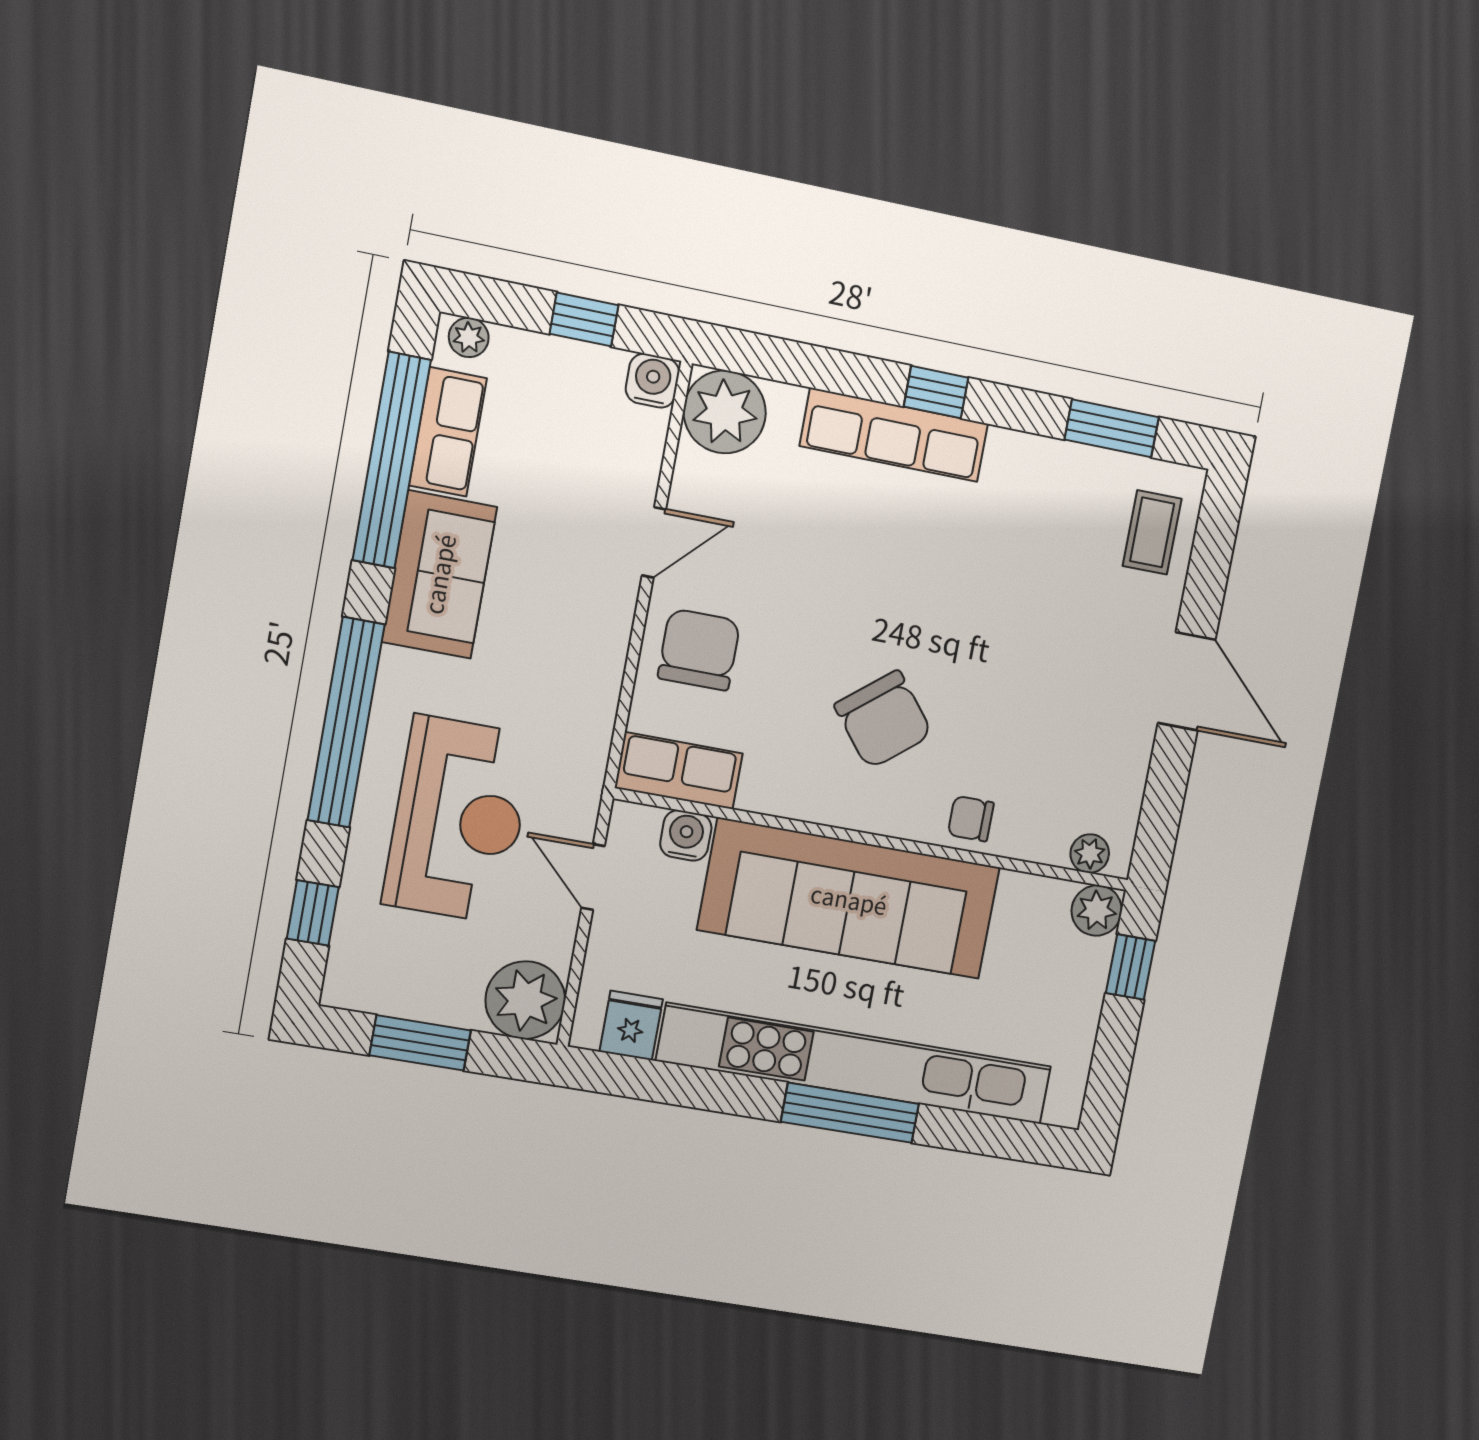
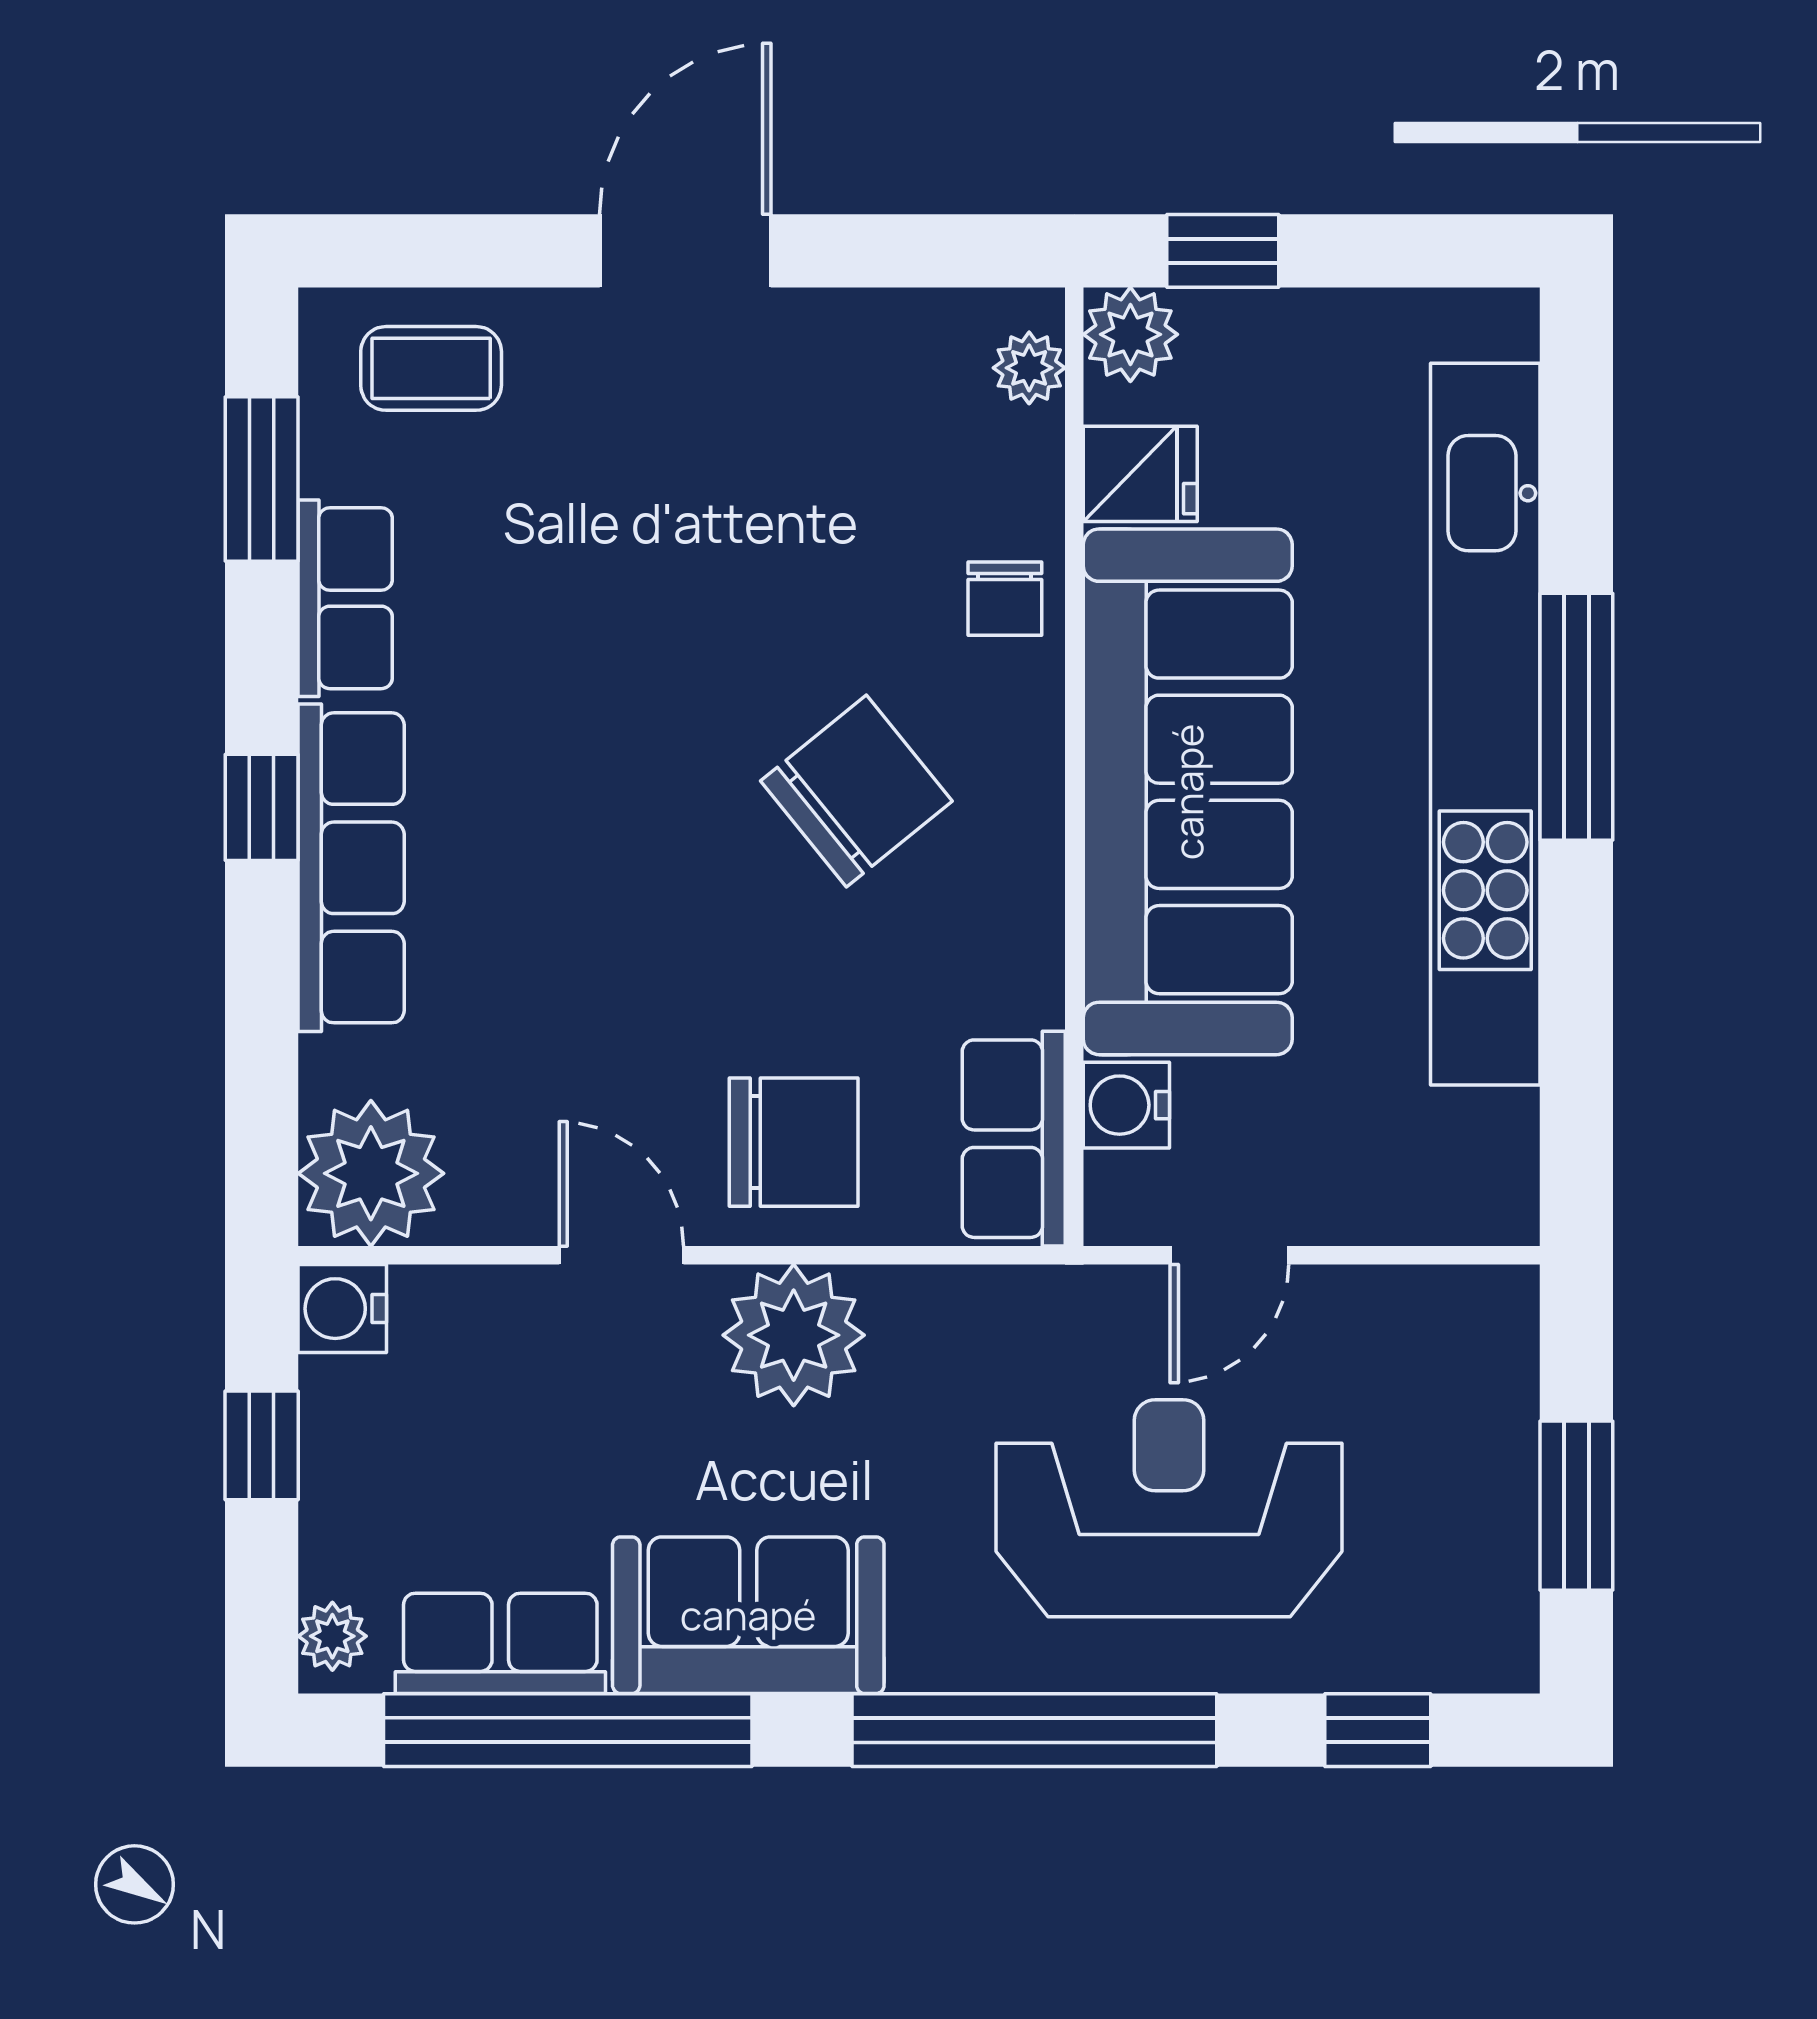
row of seats: (1040, 461) -> (345, 598), added
chair: (699, 650) -> (794, 1142), turned 180
plant: (525, 1000) -> (794, 1335), moved
fridge: (631, 1025) -> (1140, 474), moved, turned 180

